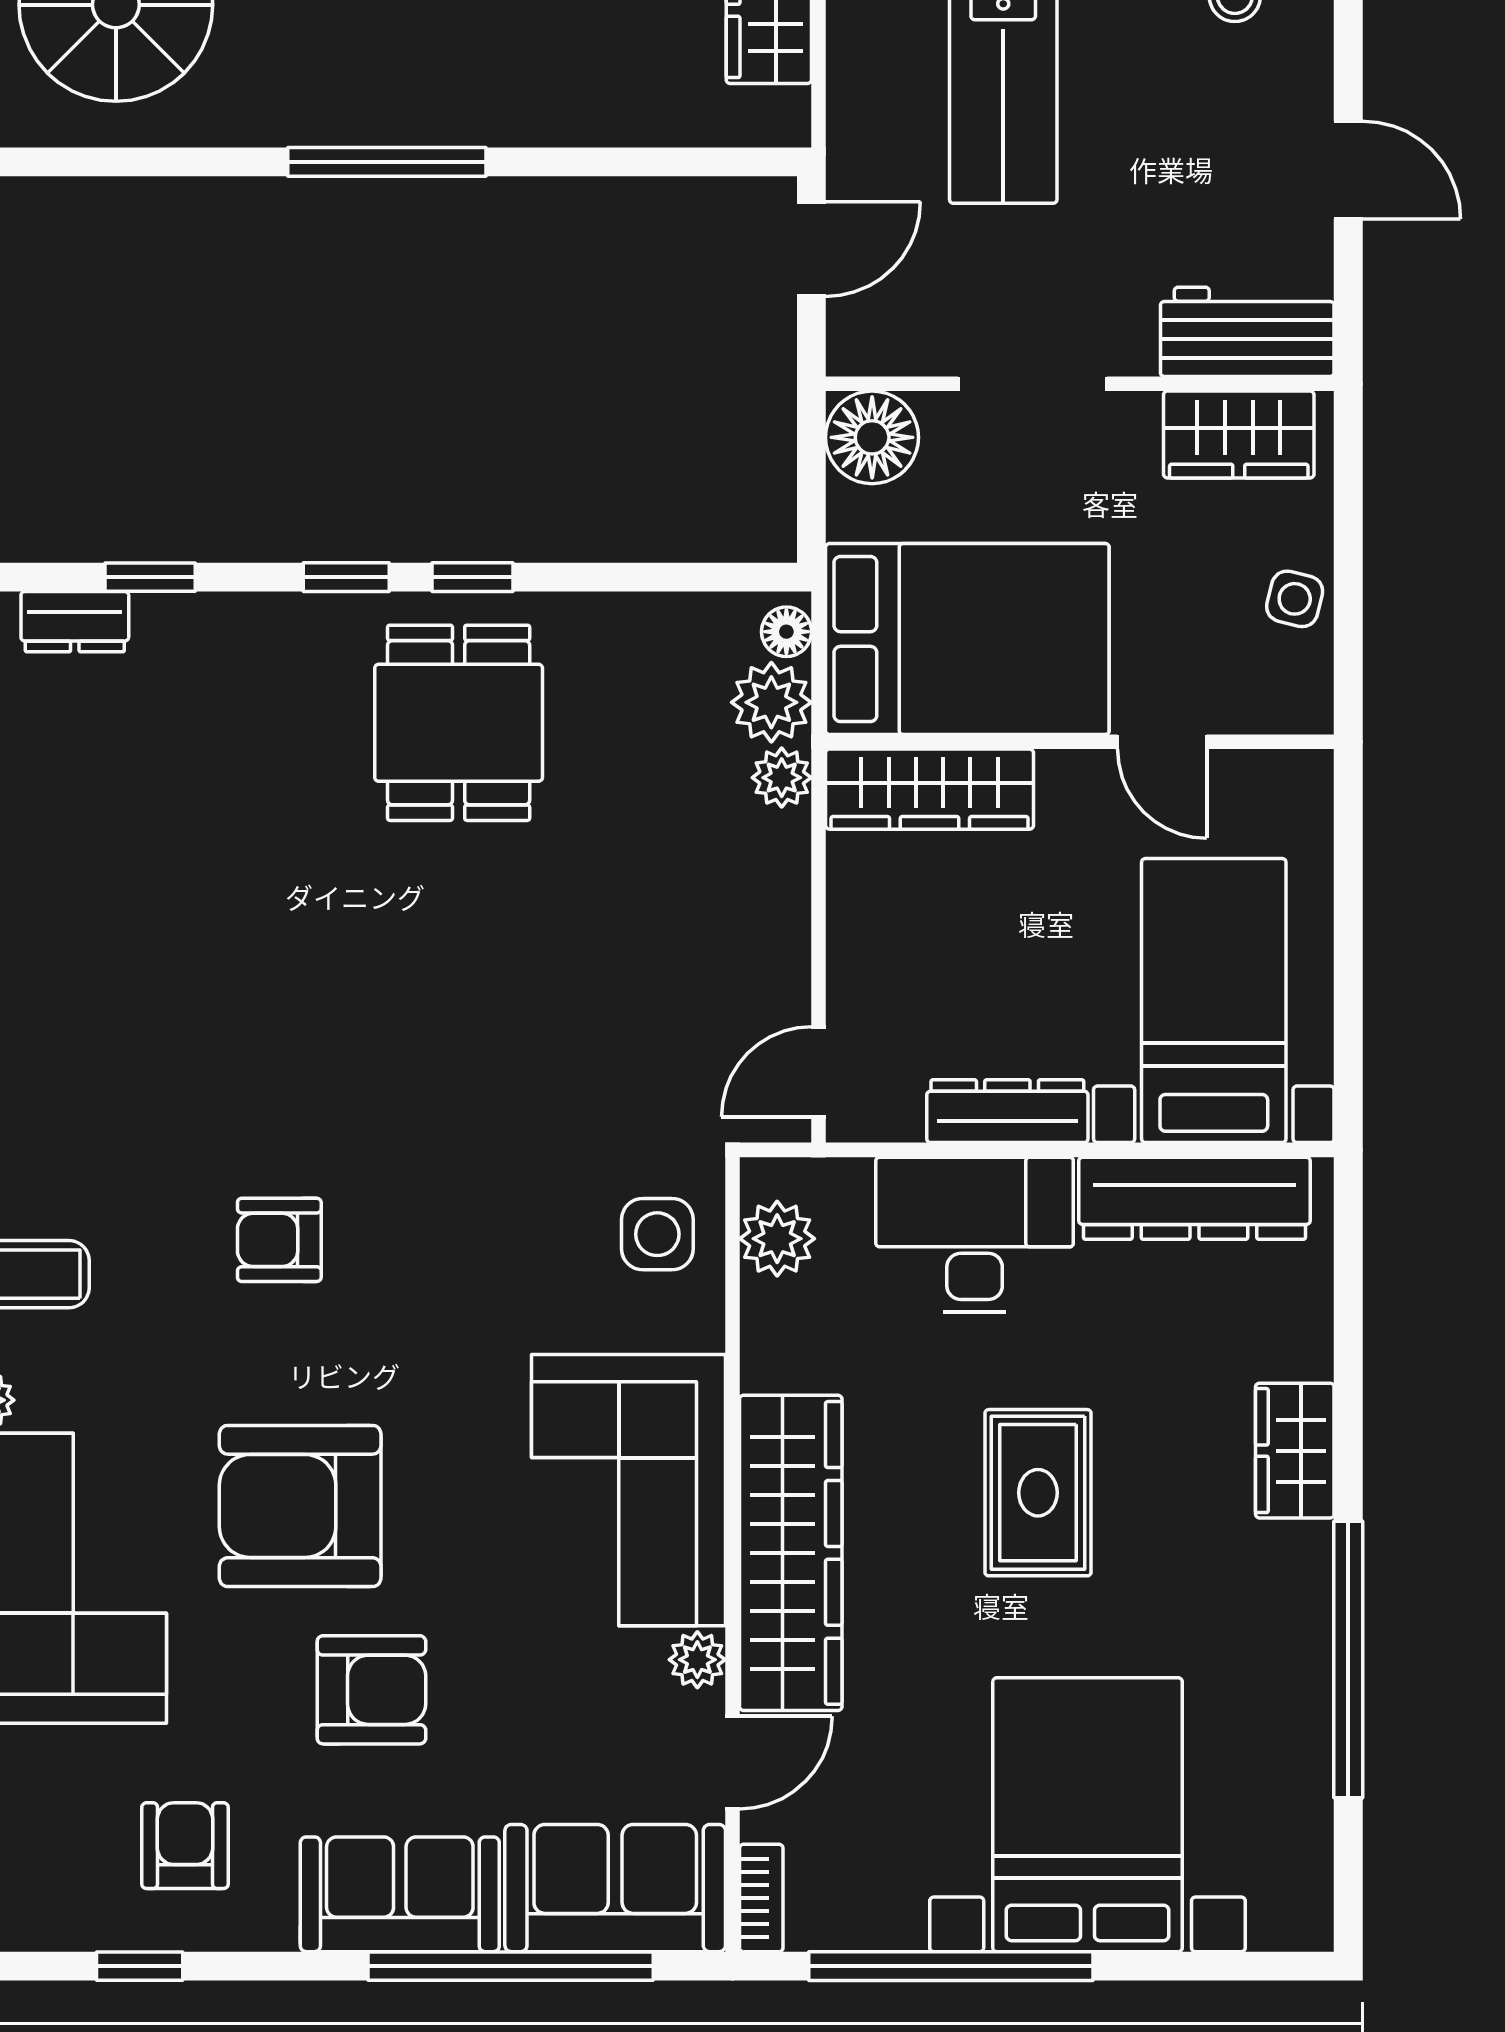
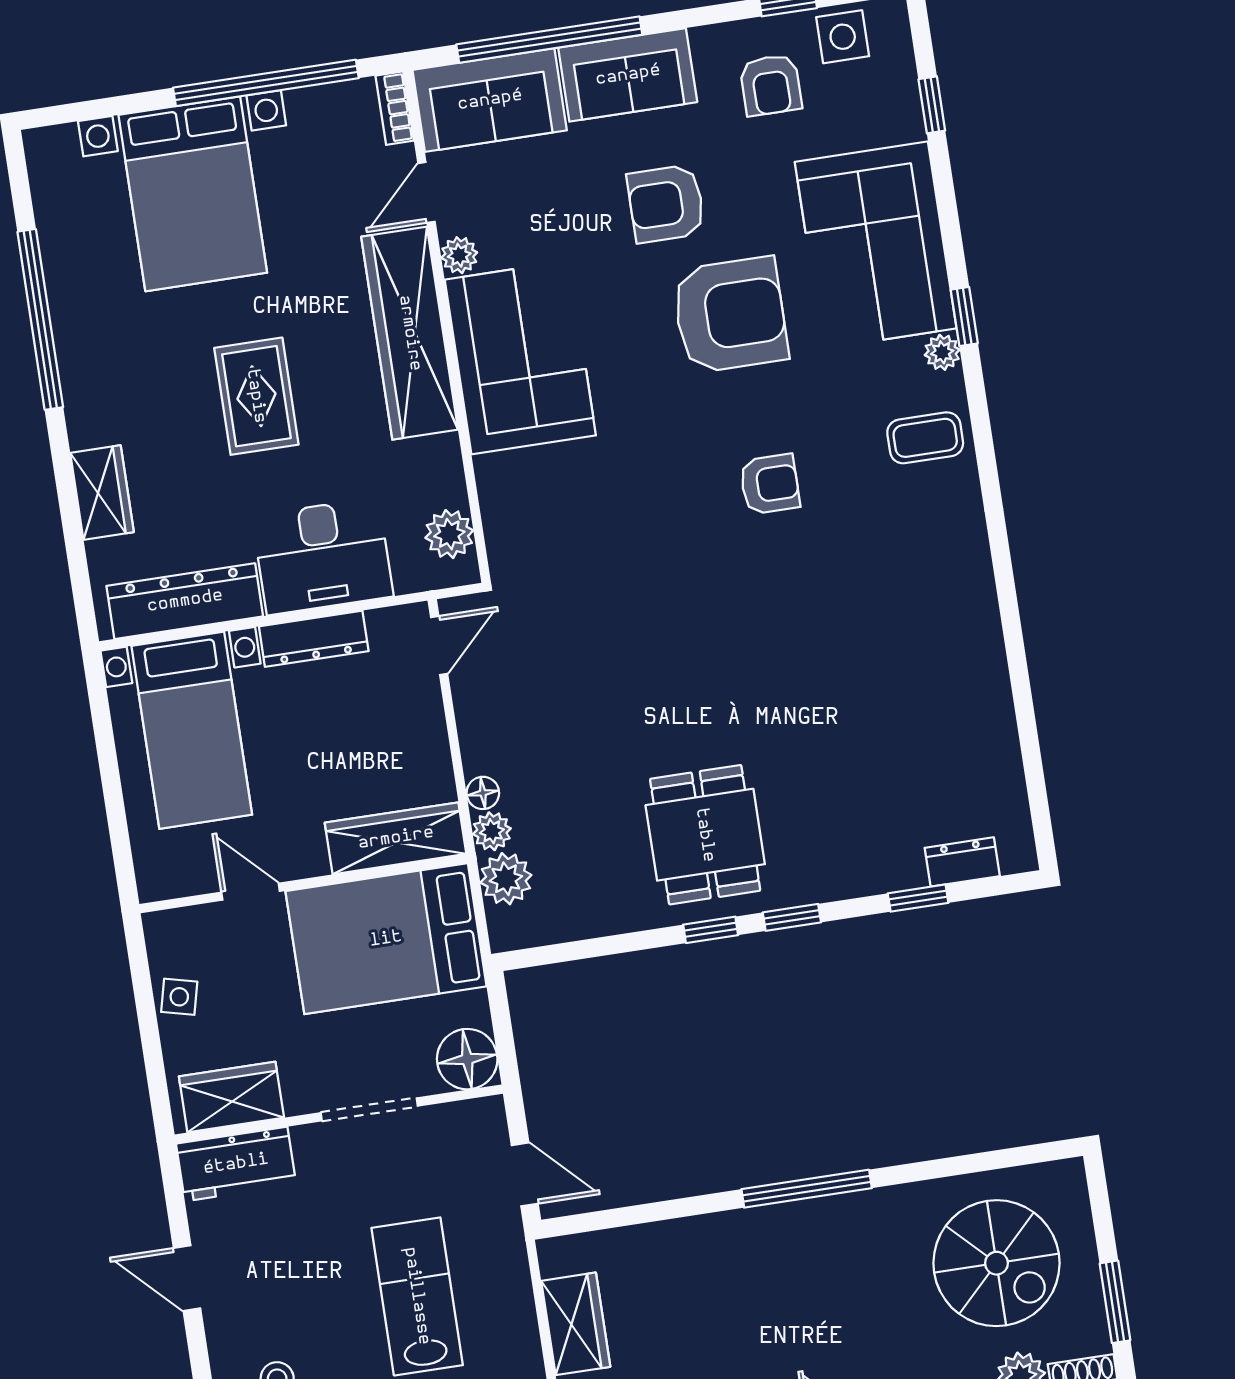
door: (811, 249) -> (525, 1174), swing flipped
floor lamp: (786, 632) -> (483, 793), moved
side table: (657, 1234) -> (843, 37), moved
wardrobe: (1295, 1451) -> (102, 493), moved

